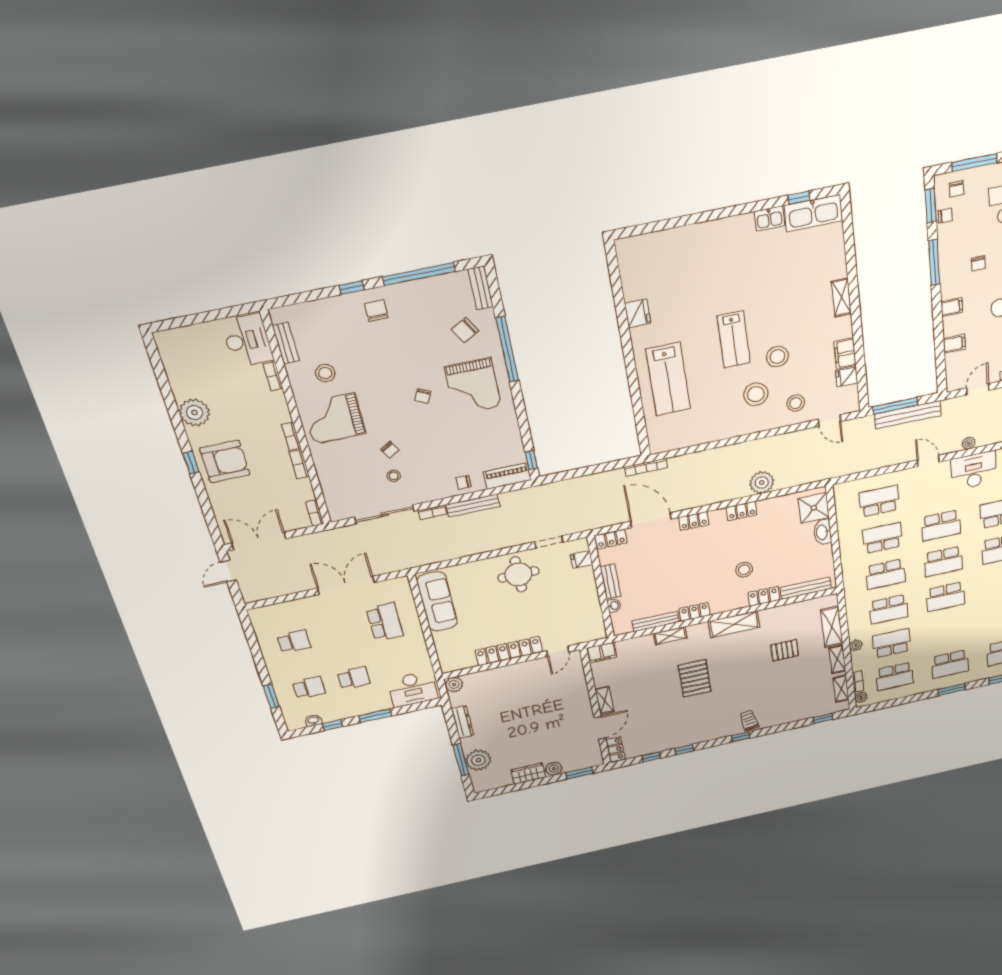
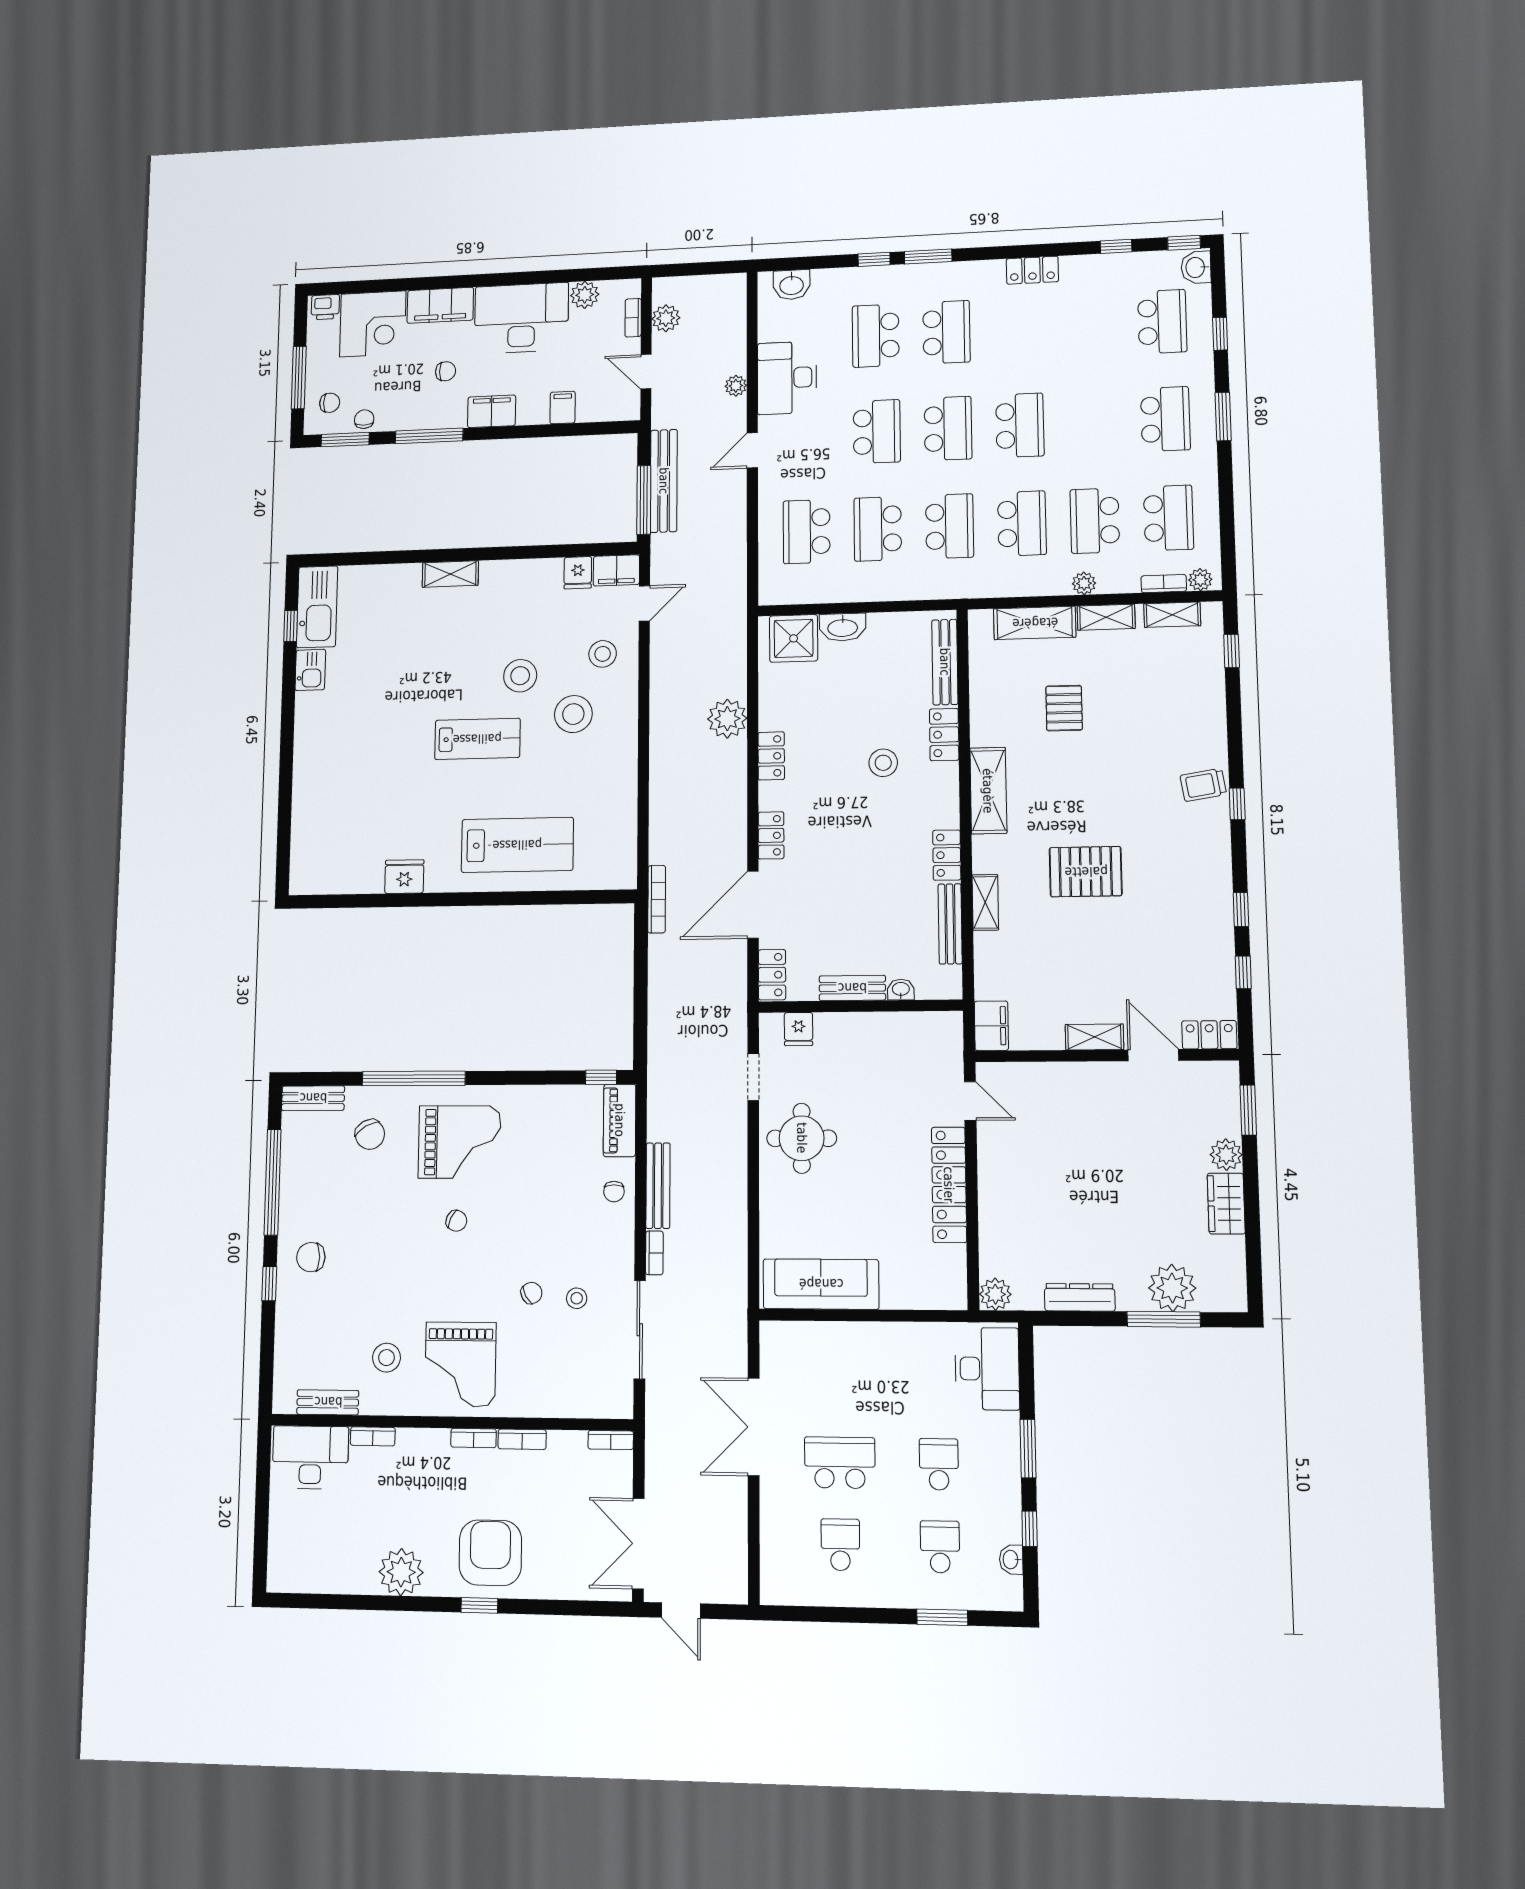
filing cabinet: (952, 307) -> (492, 411), width x2.00
filing cabinet: (845, 354) -> (616, 570), moved
school desk: (385, 622) -> (840, 1463), moved

